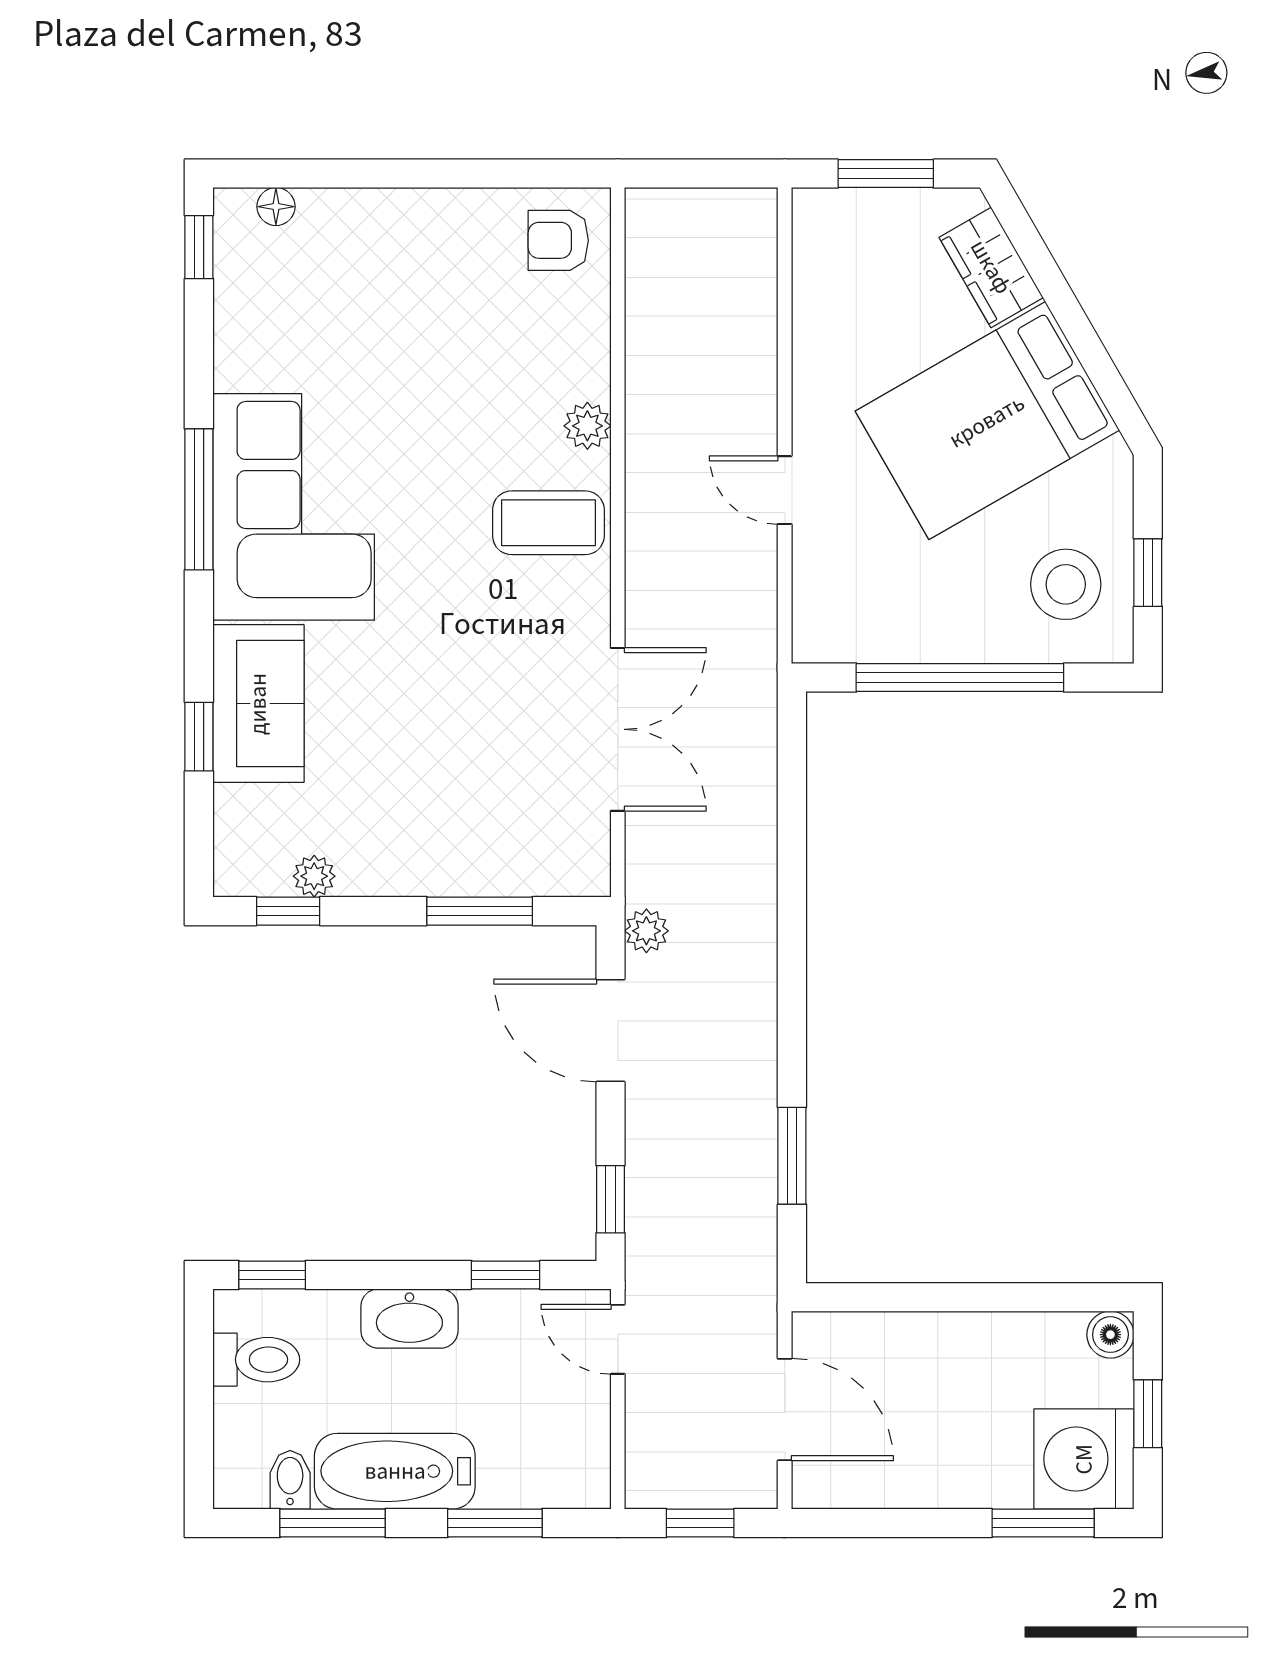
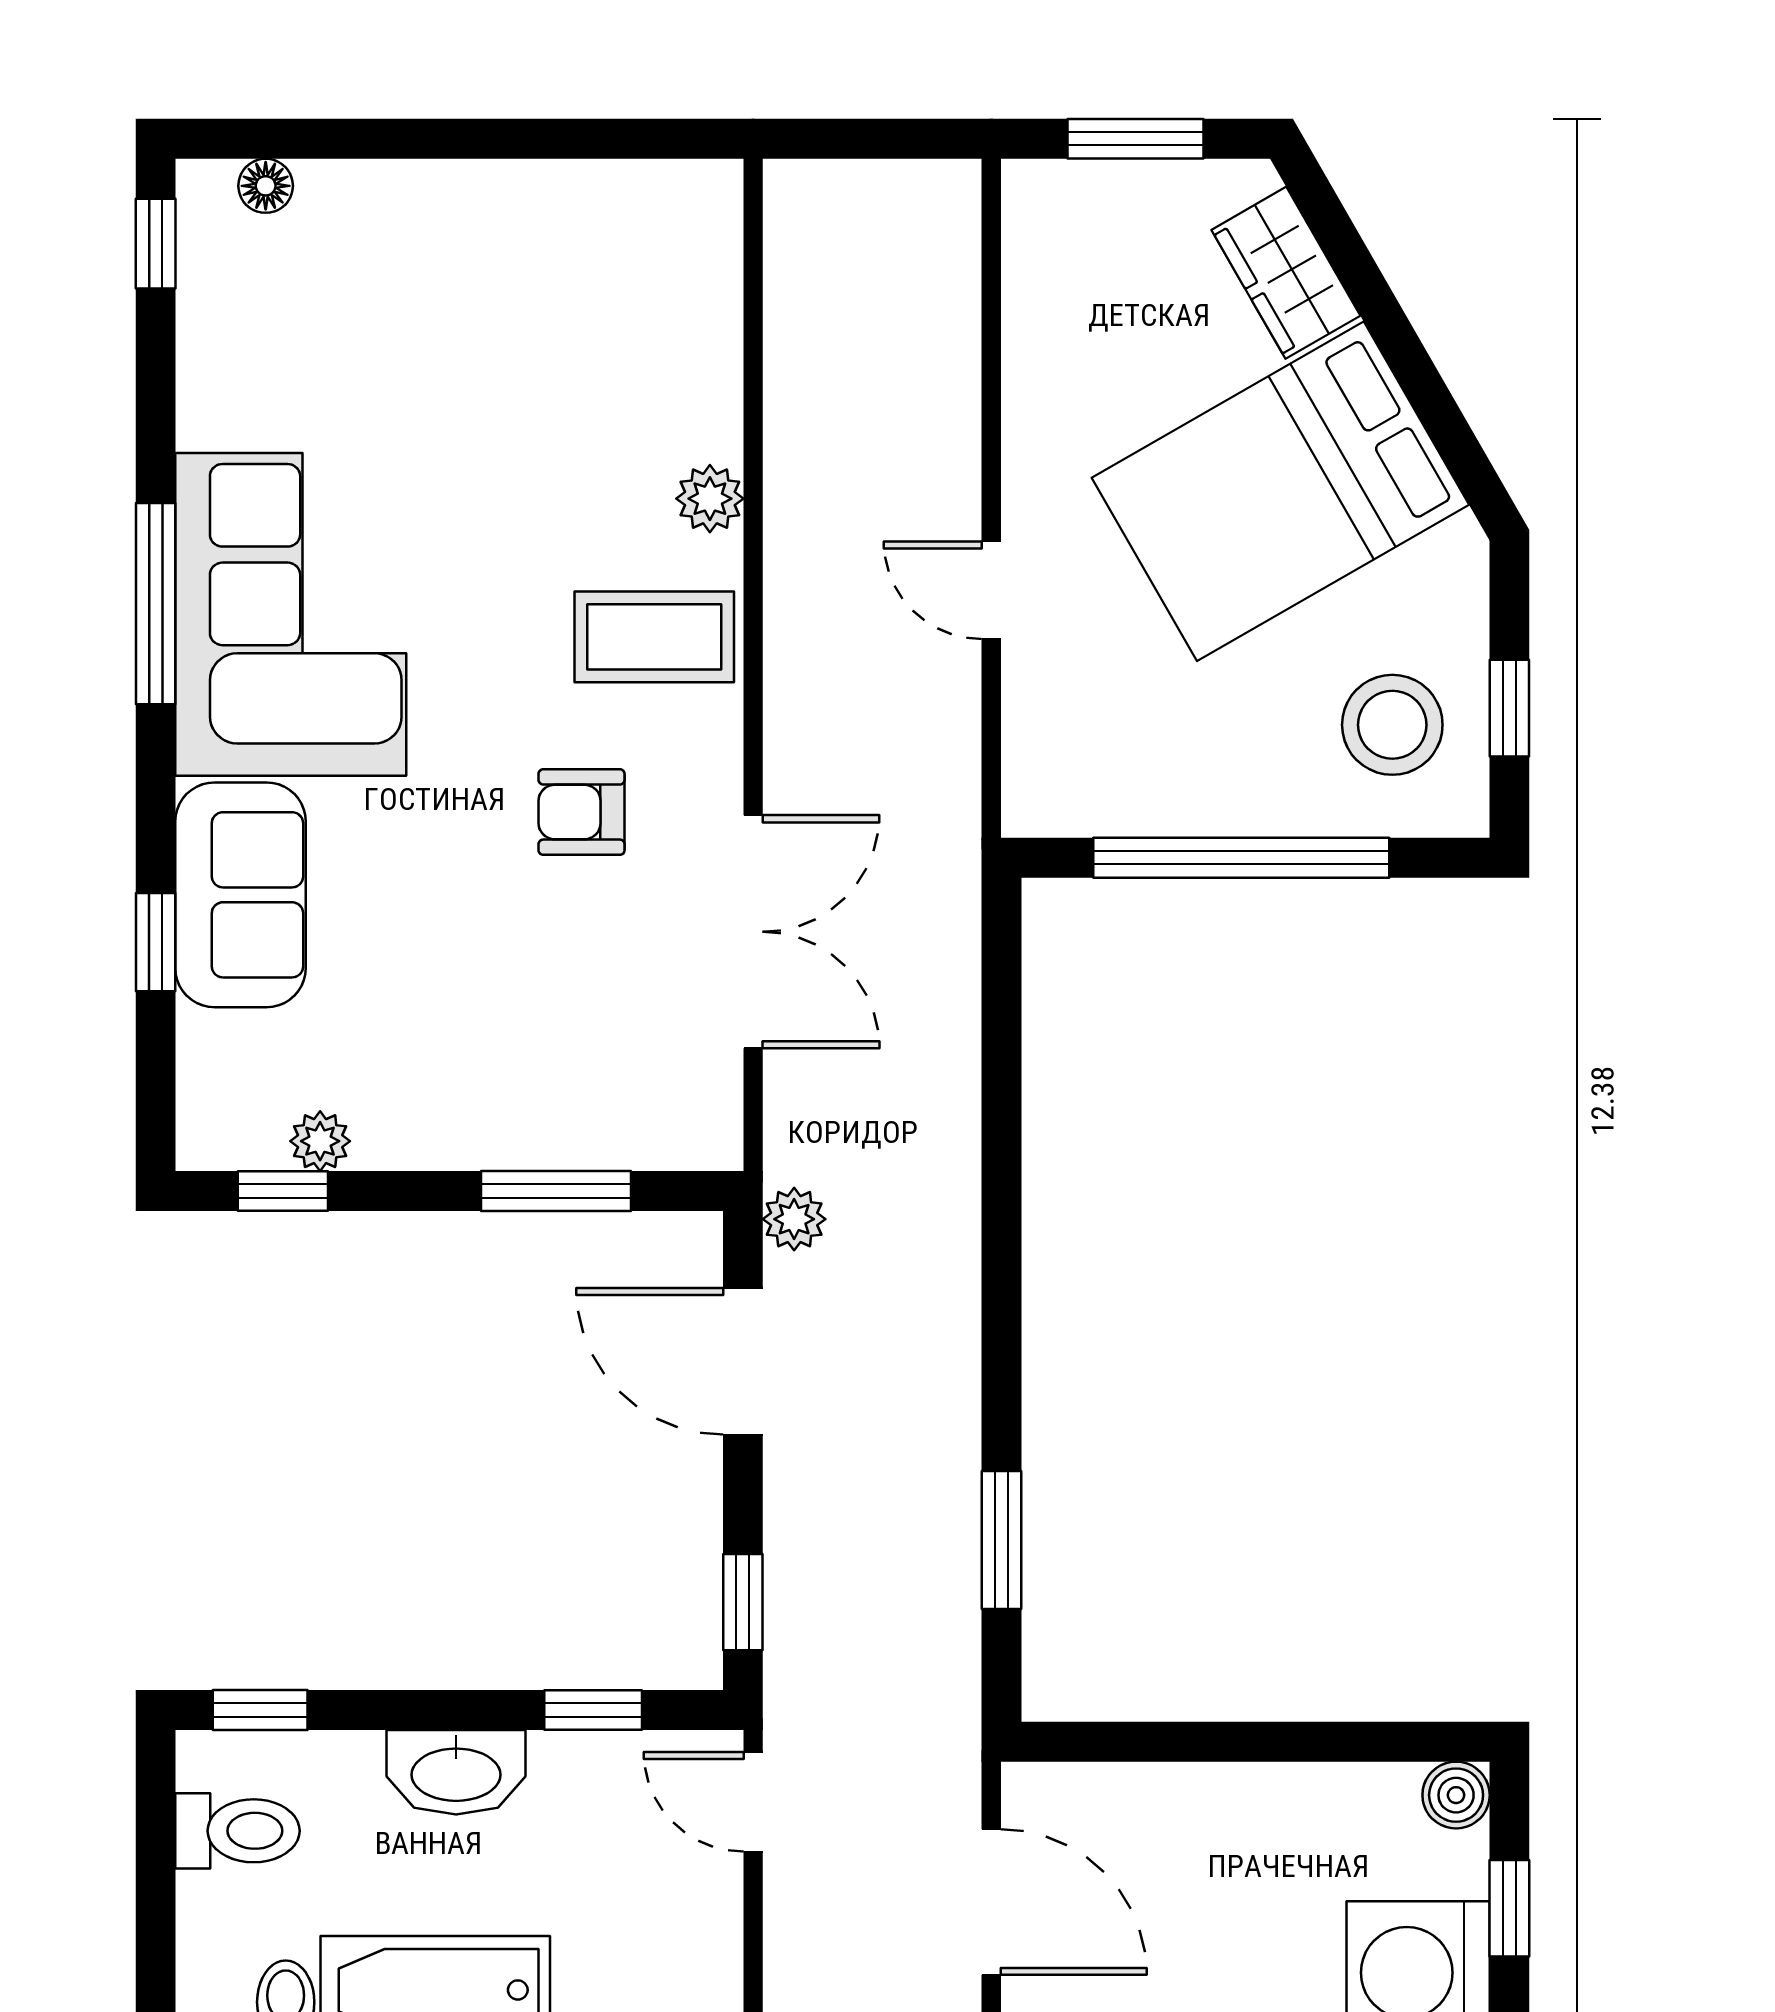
armchair: (558, 240) -> (582, 812), moved

